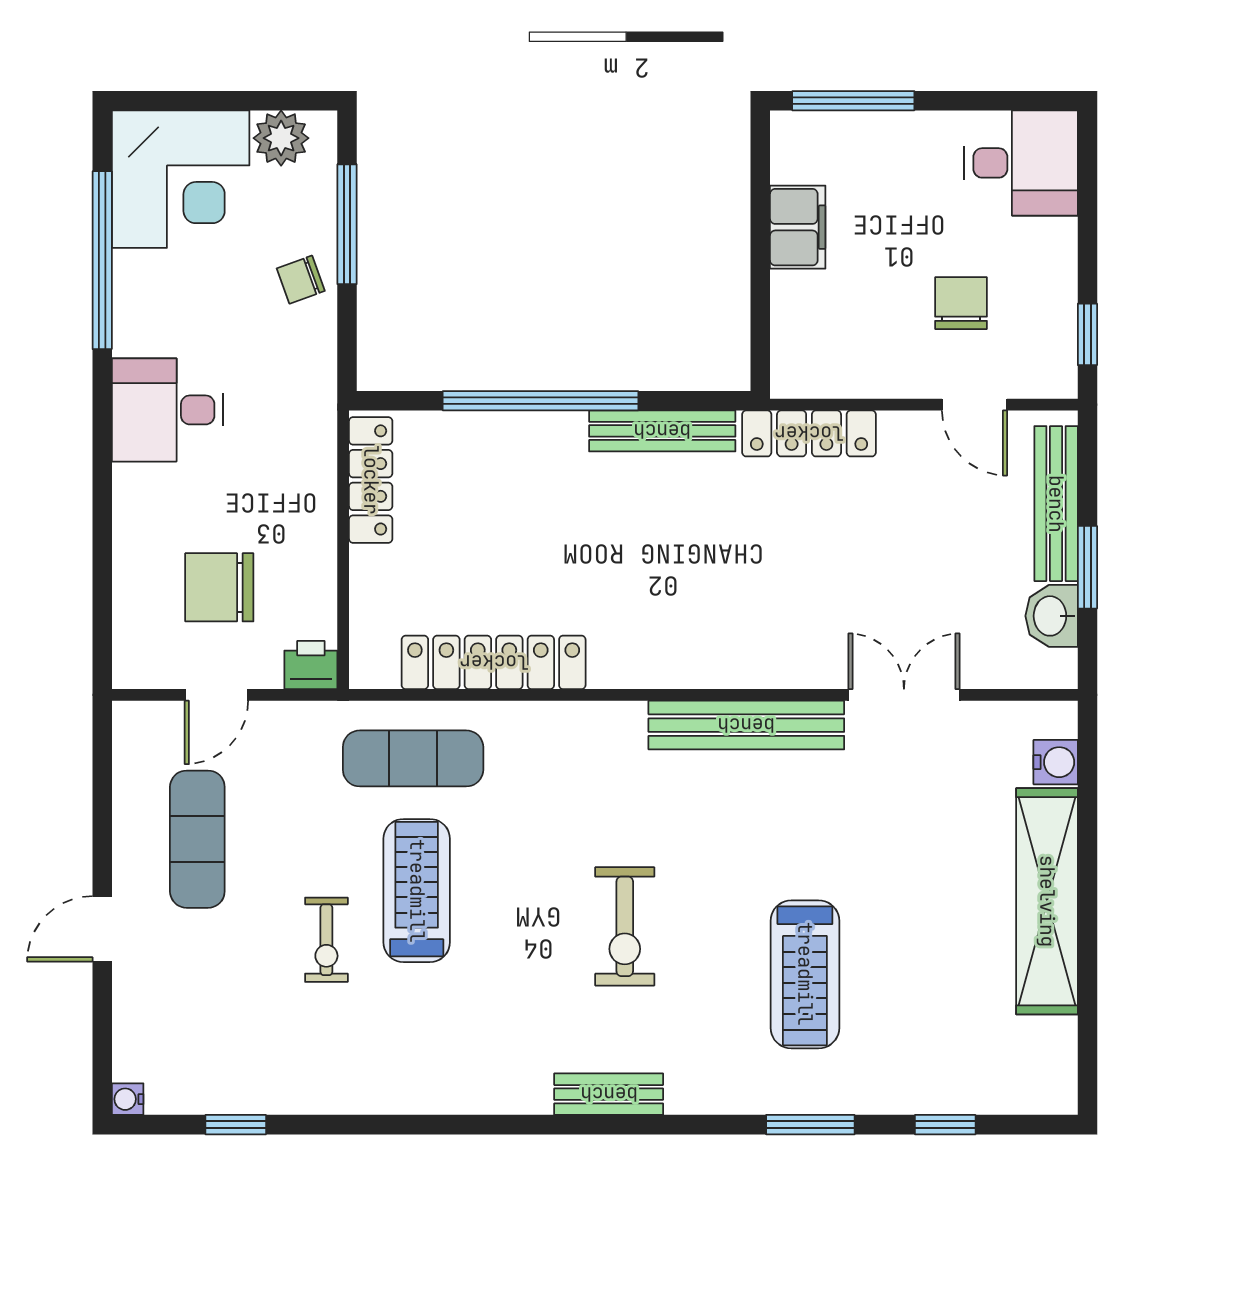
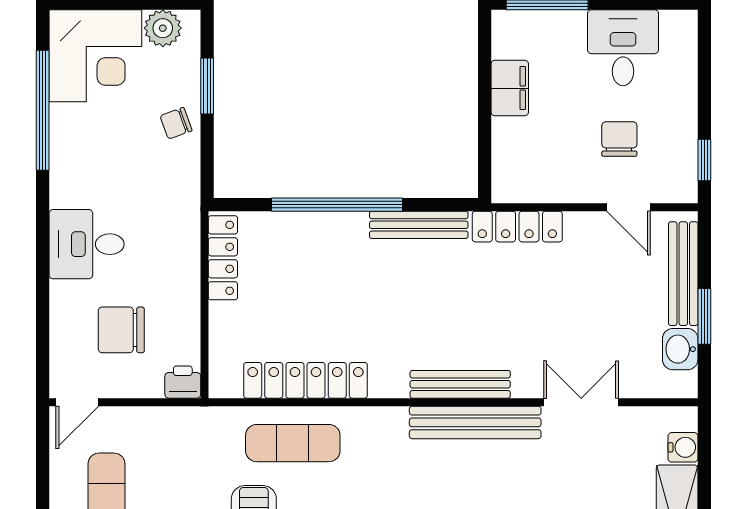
desk: (1021, 163) -> (623, 48), moved, turned -90
window: (347, 224) -> (207, 86), width x0.69
desk: (168, 410) -> (87, 244), moved
bench: (724, 668) -> (460, 384), added
door: (216, 695) -> (77, 402), moved
exercise mat: (413, 758) -> (293, 443), moved

